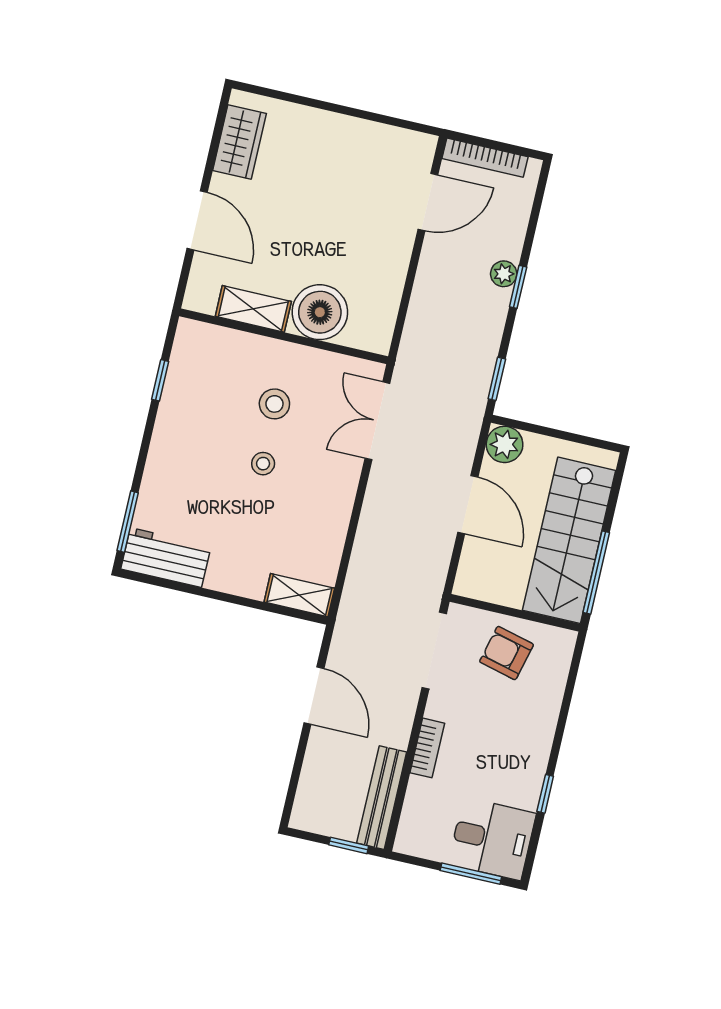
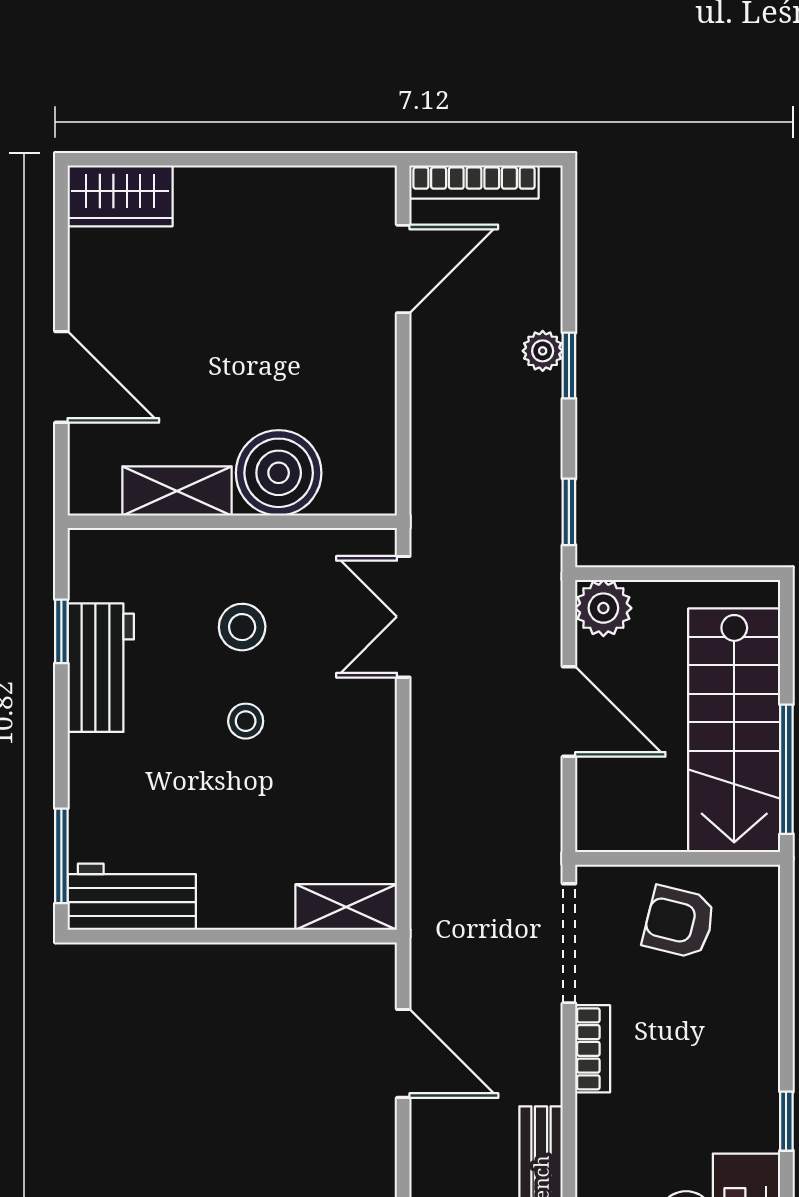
wardrobe: (239, 142) -> (120, 196), moved, turned 90
workbench: (180, 409) -> (101, 668), added
bookcase: (427, 748) -> (593, 1049), moved

